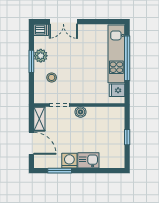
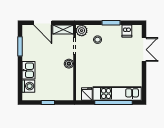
double door: (63, 22) -> (144, 50), swing flipped
dishwasher: (41, 30) -> (127, 31), moved
plant: (41, 56) -> (82, 31), moved
door: (31, 143) -> (43, 23), hinge flipped
washing machine: (69, 161) -> (28, 86), moved

